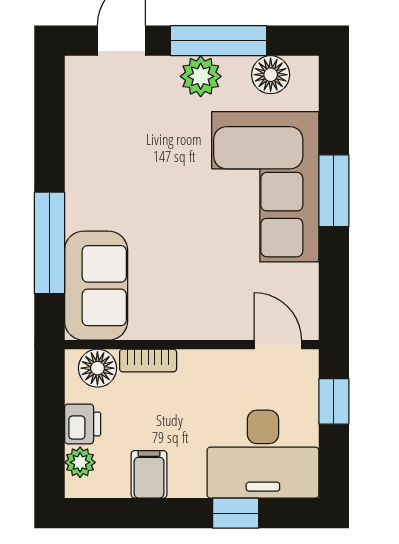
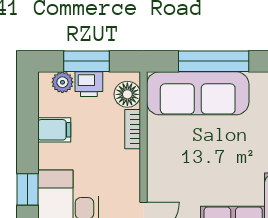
sofa: (96, 286) -> (198, 93), width x1.36
window: (50, 427) -> (86, 61), added

